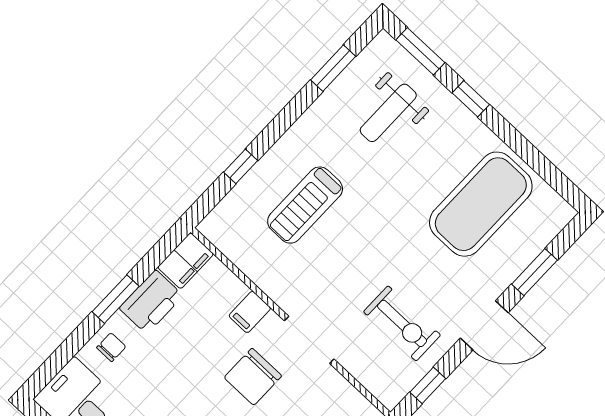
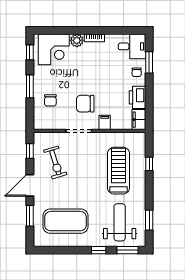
weight bench: (388, 113) -> (120, 222), width x1.36, depth x1.33
exercise mat: (481, 204) -> (65, 221), turned 90
treadmill: (305, 205) -> (119, 171), width x1.37, depth x1.38
window: (116, 299) -> (149, 62), moved
exercise bike: (402, 323) -> (55, 162), turned -107
chair: (253, 377) -> (85, 104), turned -90

